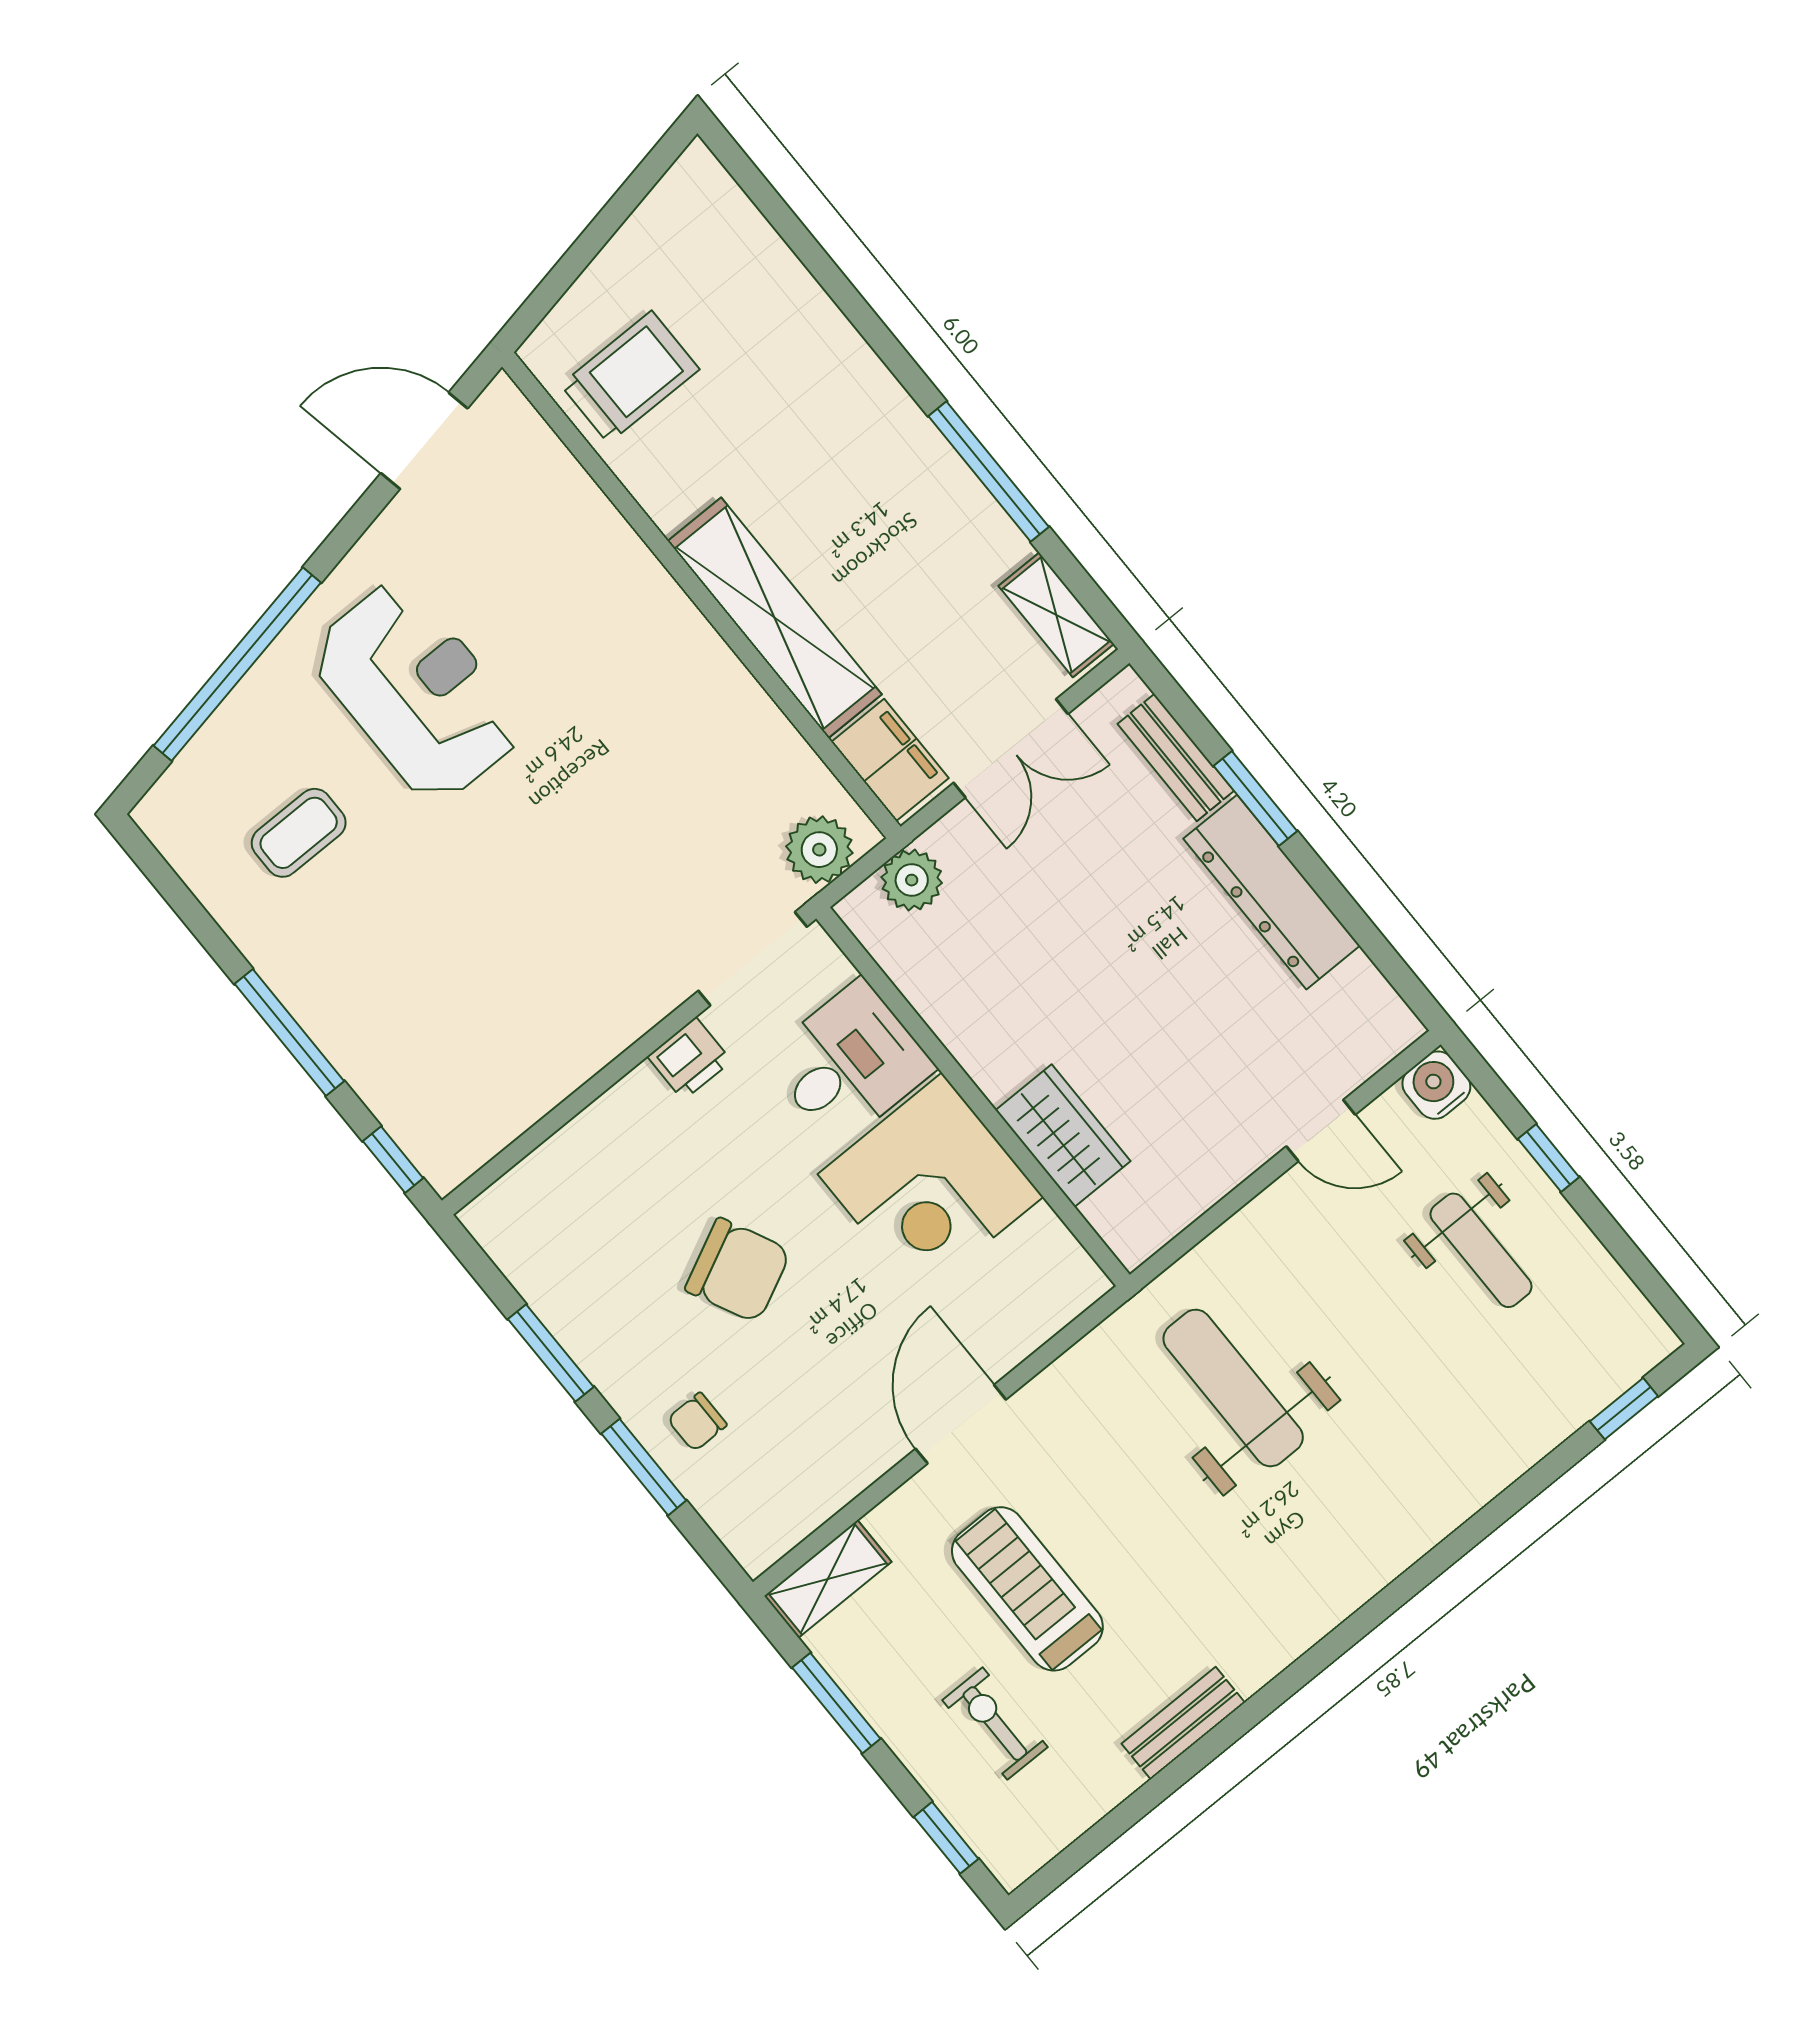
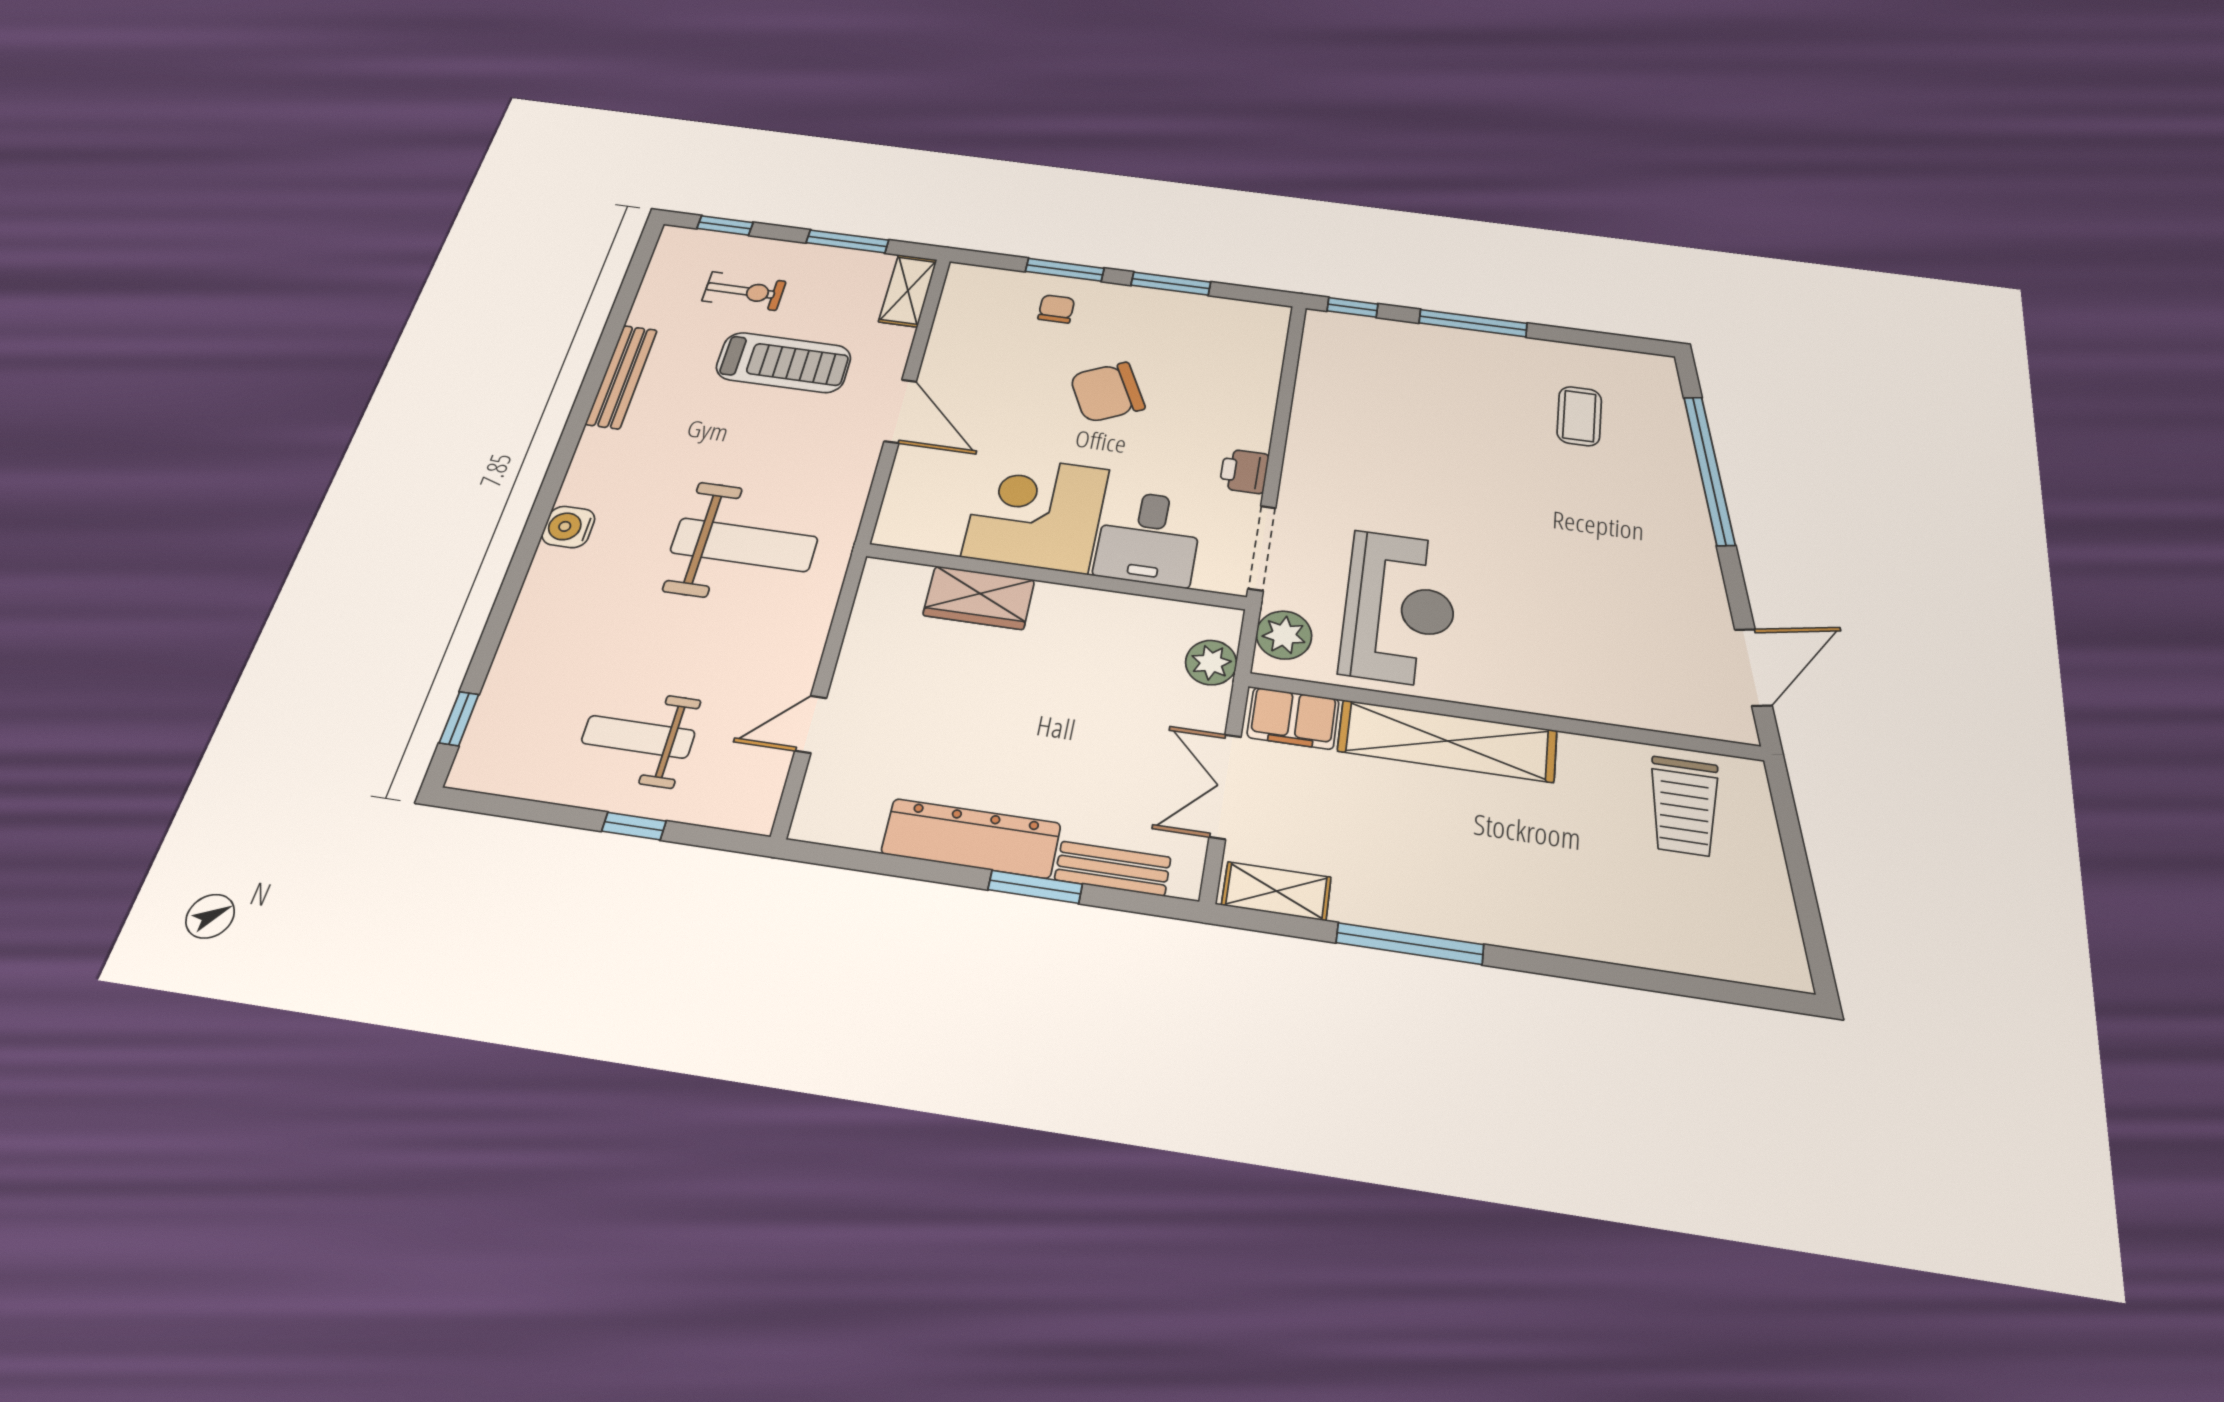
reception desk: (417, 691) -> (1400, 608), moved, turned -90
water cooler: (1436, 1085) -> (568, 527), moved, turned 180
bench: (1183, 1723) -> (622, 377), width x1.36

